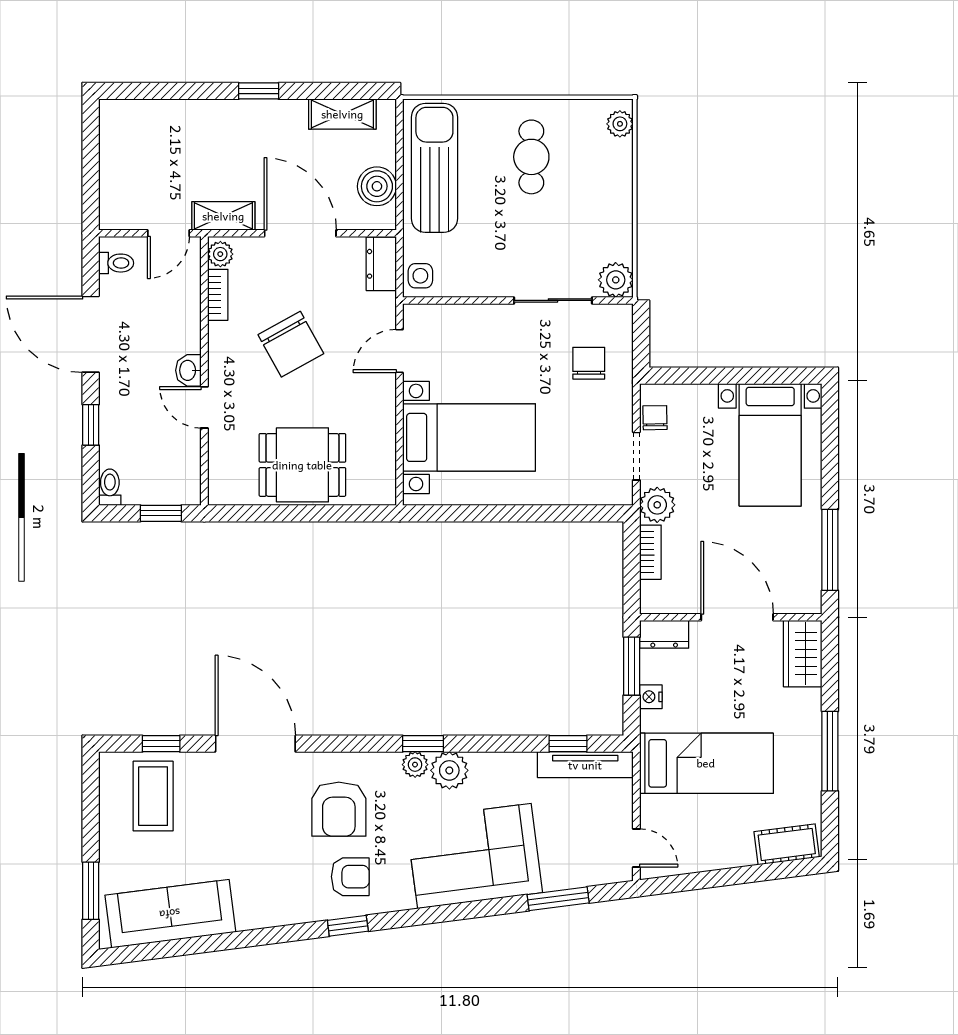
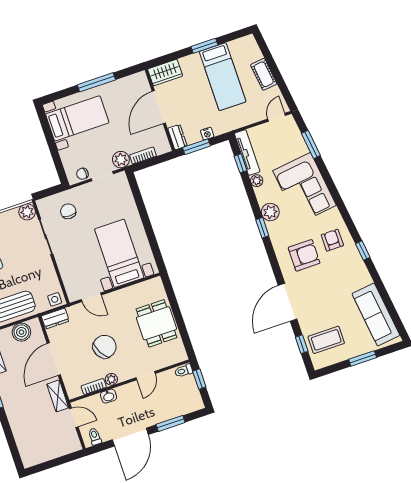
plant: (220, 254) -> (111, 379), moved
chair: (589, 363) -> (68, 211), turned 90
washbasin: (188, 370) -> (109, 396), moved
window: (91, 425) -> (171, 423), width x1.50
toilet: (110, 487) -> (184, 371), moved
window: (830, 550) -> (96, 82), moved
window: (830, 751) -> (204, 46), width x0.69
bed: (706, 763) -> (223, 77), moved, turned 180
plant: (415, 765) -> (257, 181), moved
cot: (787, 844) -> (264, 74), moved
window: (91, 891) -> (363, 358), moved
window: (348, 926) -> (363, 251), moved

